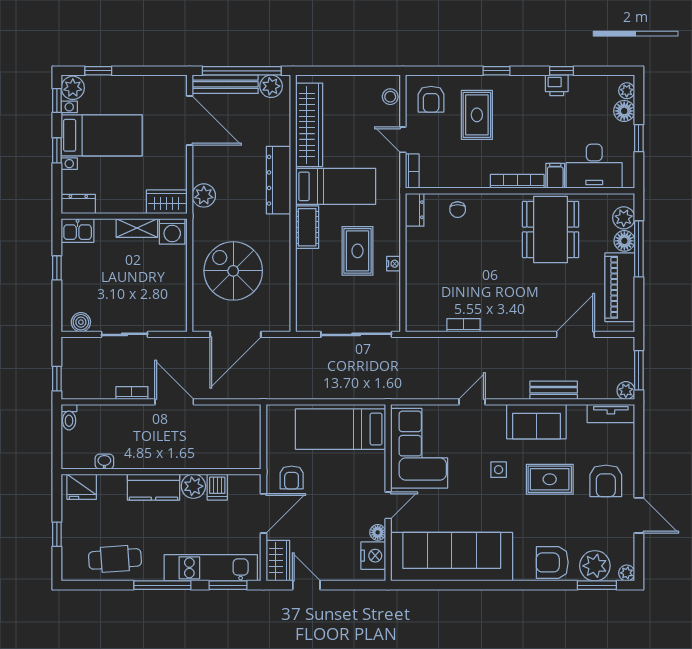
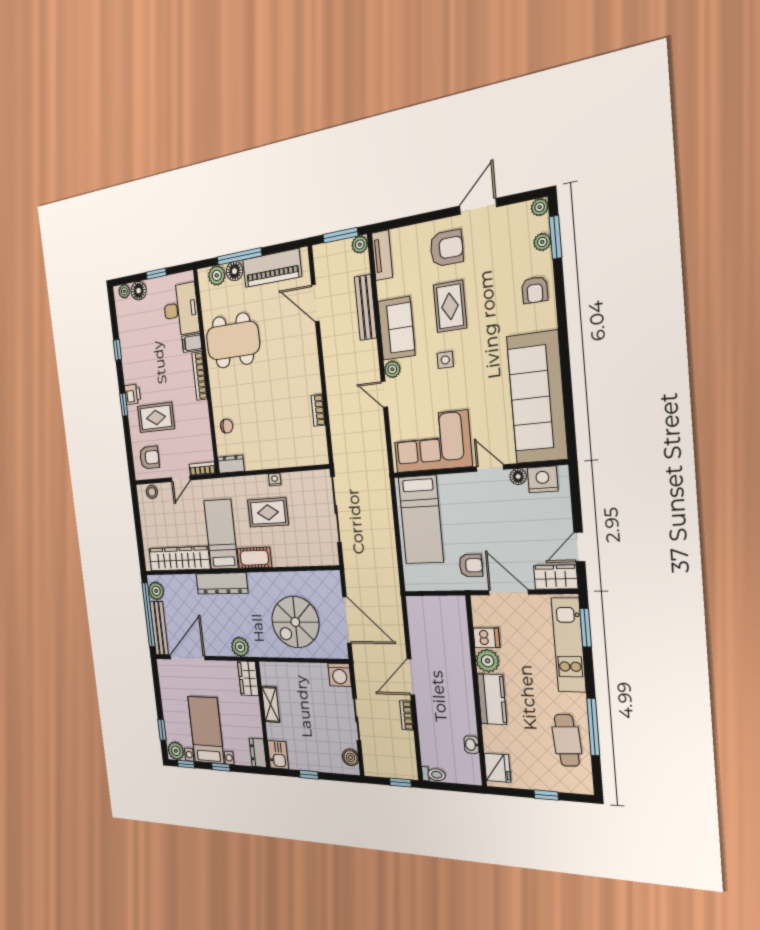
printer: (557, 85) -> (133, 394), moved
washing machine: (172, 231) -> (340, 675), moved, turned 90
bench: (554, 390) -> (366, 307), width x1.36
plant: (496, 413) -> (392, 369), added
armchair: (552, 562) -> (535, 290), width x0.72, depth x0.72
plant: (595, 566) -> (542, 242), width x0.53, depth x0.53
window: (162, 585) -> (593, 727), moved

